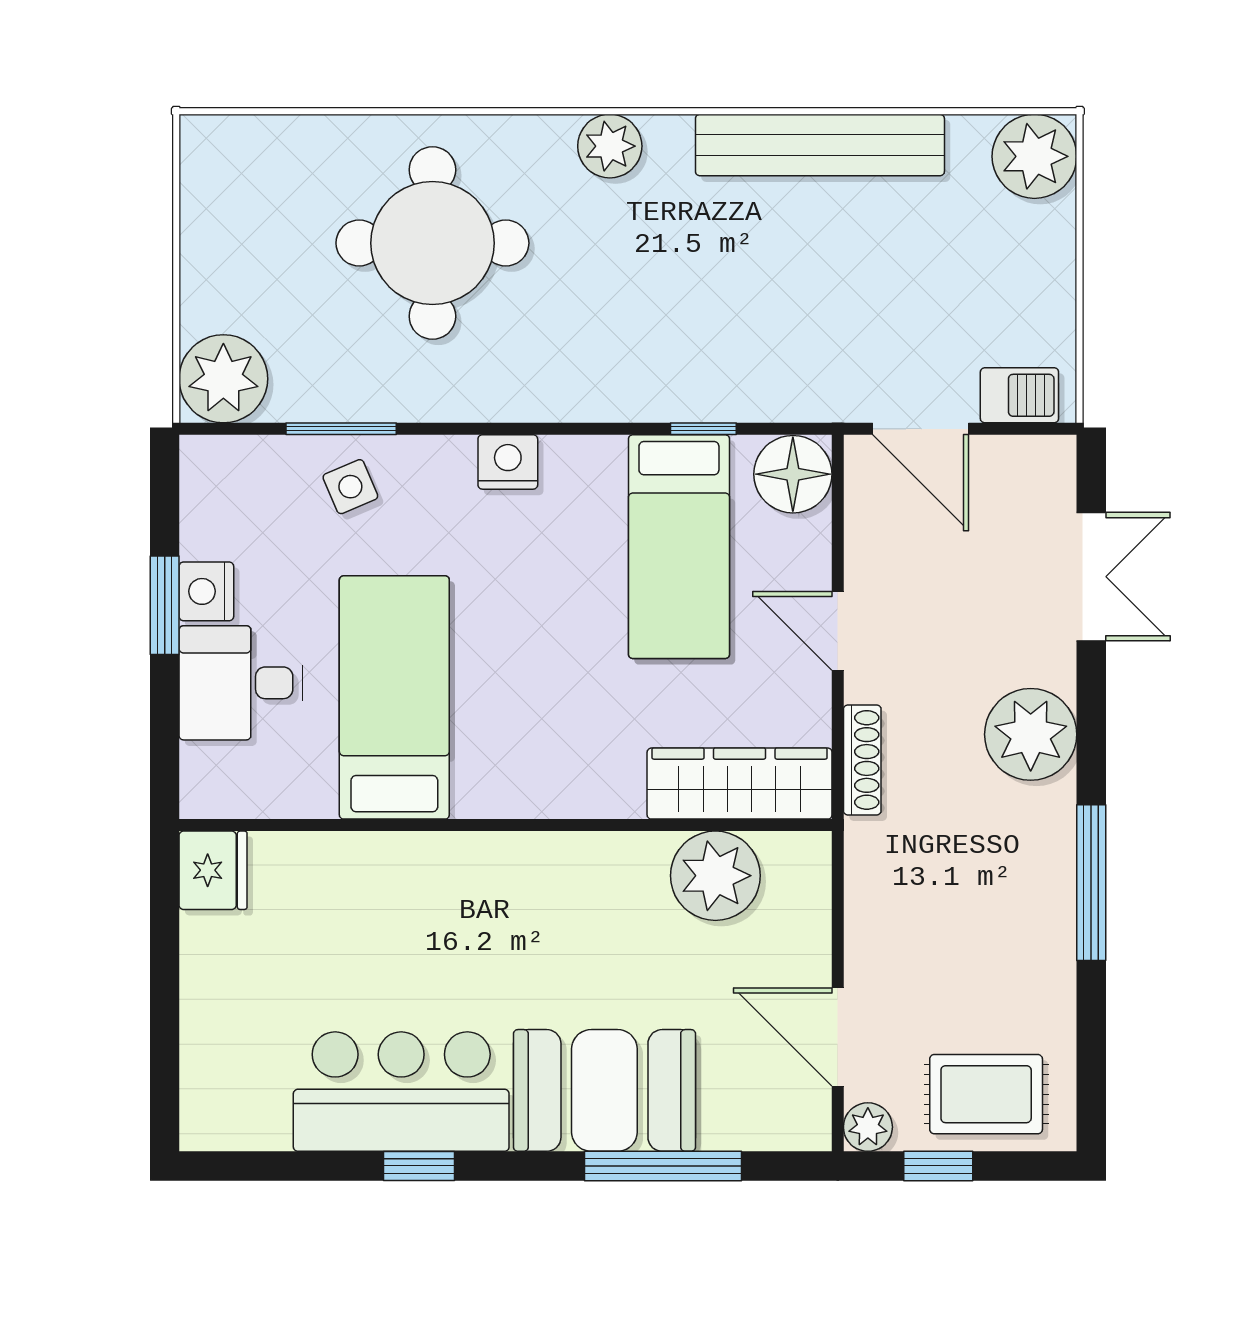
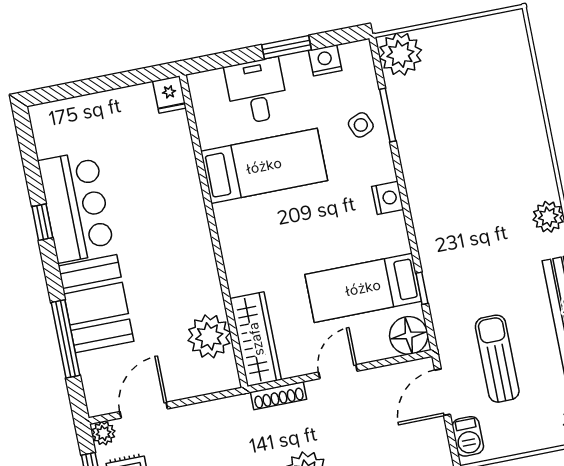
round table: (432, 243) -> (485, 141), removed
sun lounger: (875, 305) -> (497, 359), added
nightstand: (206, 591) -> (325, 60), moved
fridge: (213, 870) -> (170, 95), width x0.72

